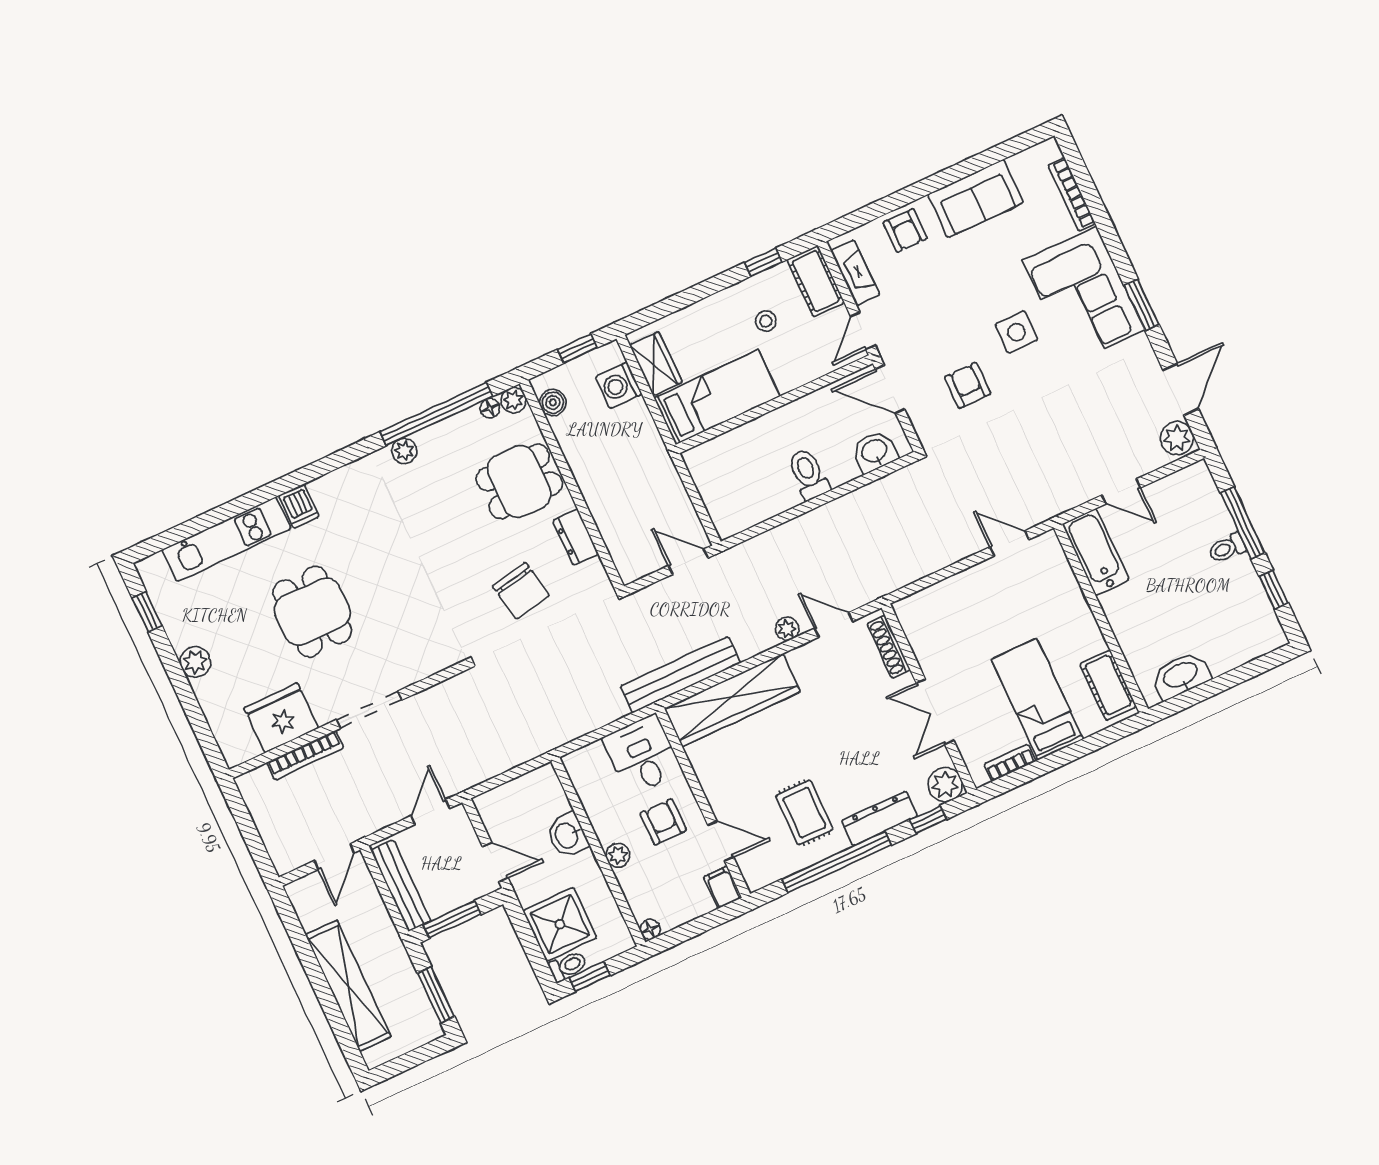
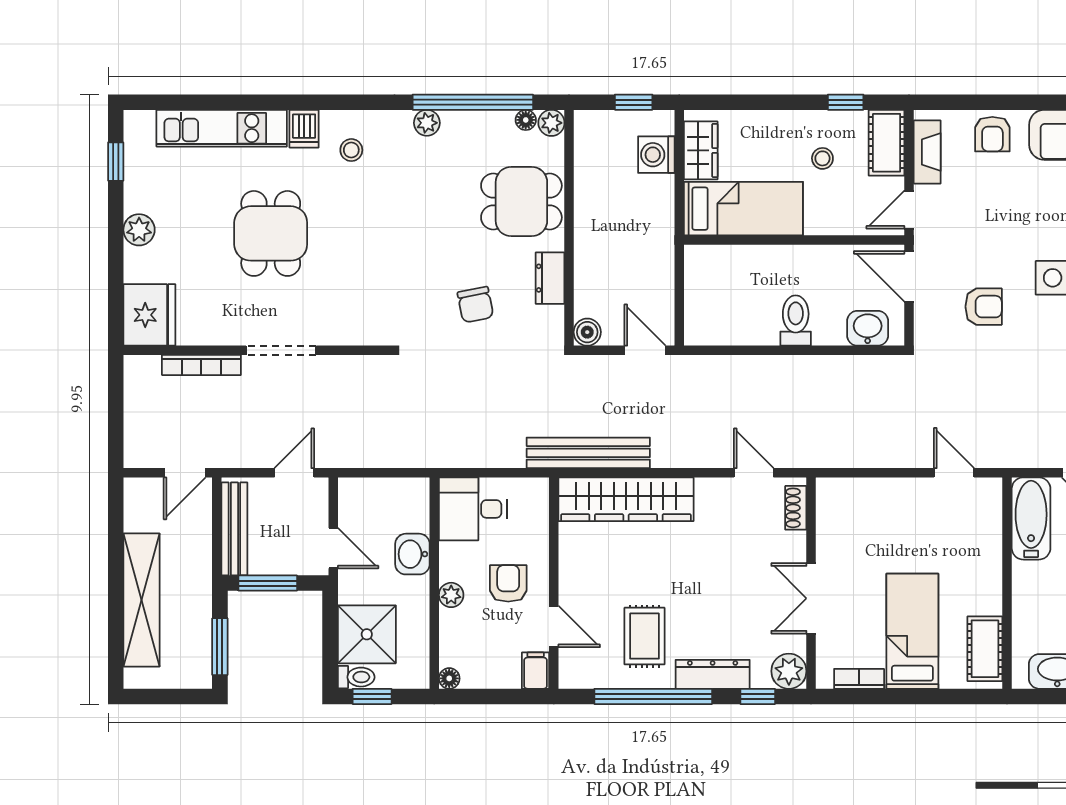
armchair: (968, 385) -> (984, 307), turned 90
boiler: (553, 403) -> (587, 332), moved
stool: (349, 506) -> (351, 150), added
chair: (521, 591) -> (475, 305), width x0.73, depth x0.73
plant: (787, 629) -> (708, 456), removed
shoe rack: (889, 647) -> (796, 508), width x0.70
fridge: (281, 718) -> (149, 315), moved, turned 90
desk: (642, 755) -> (473, 509), moved, turned -90

